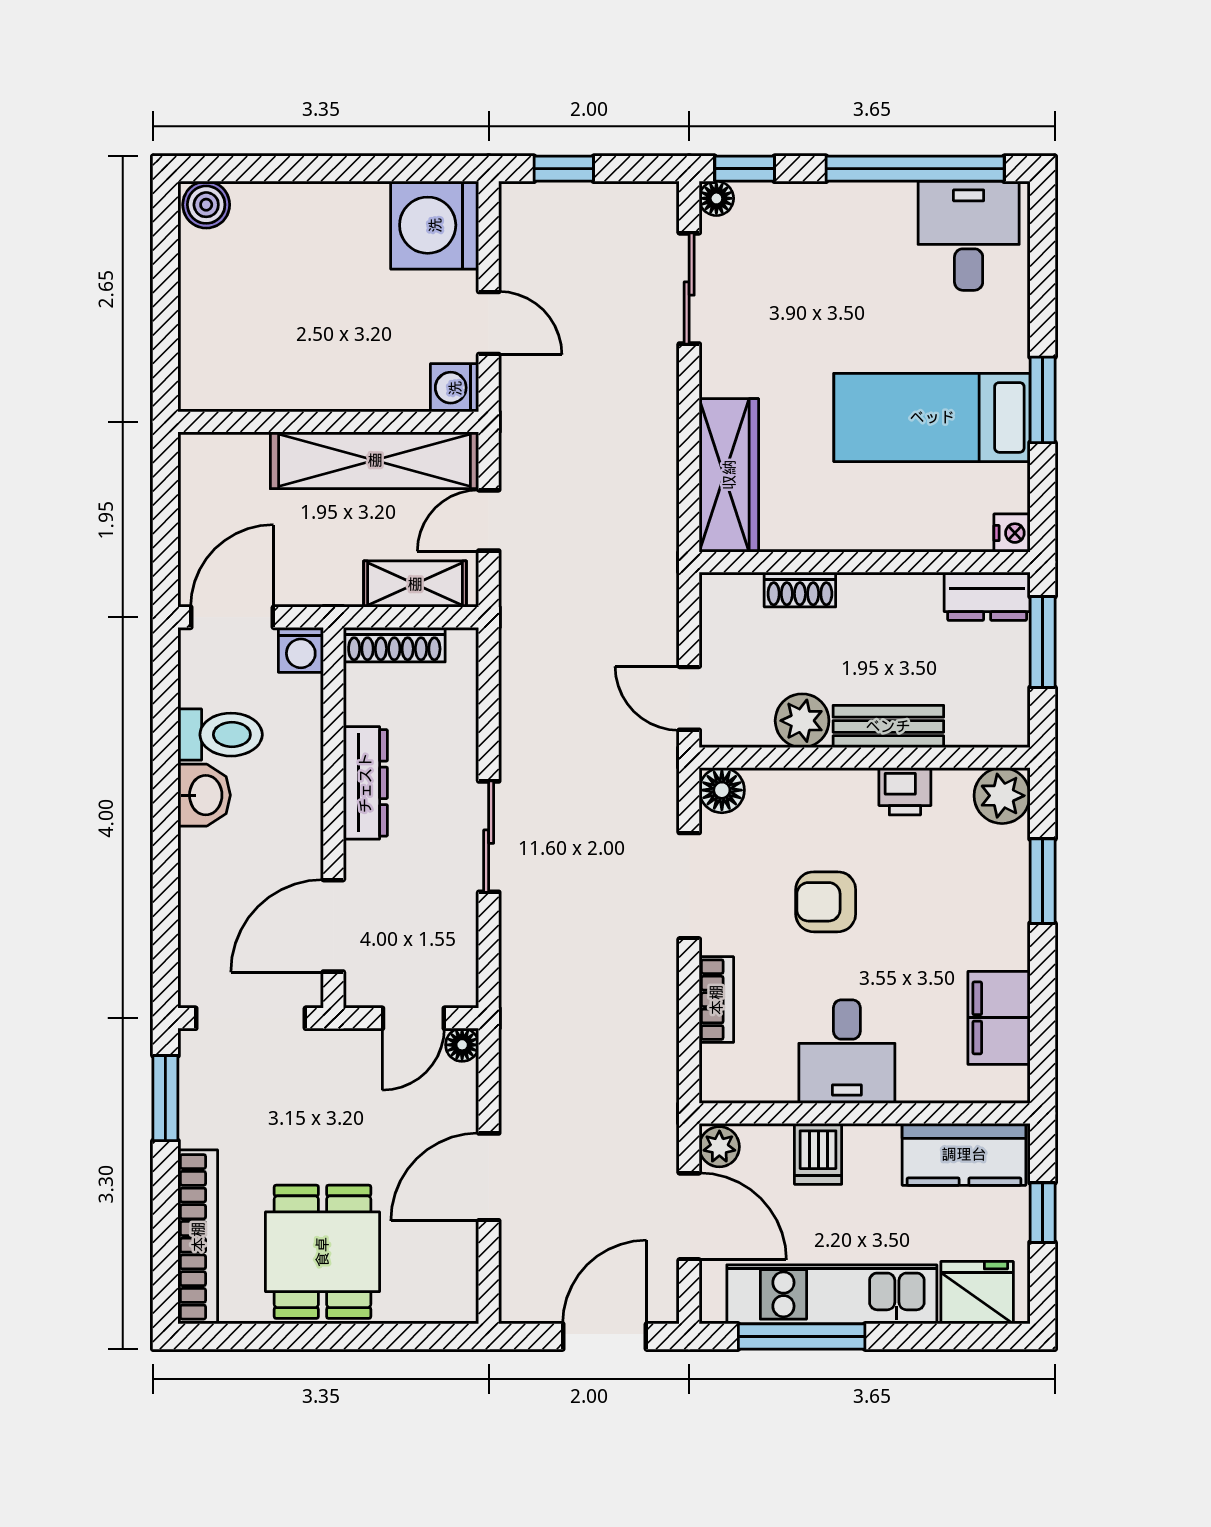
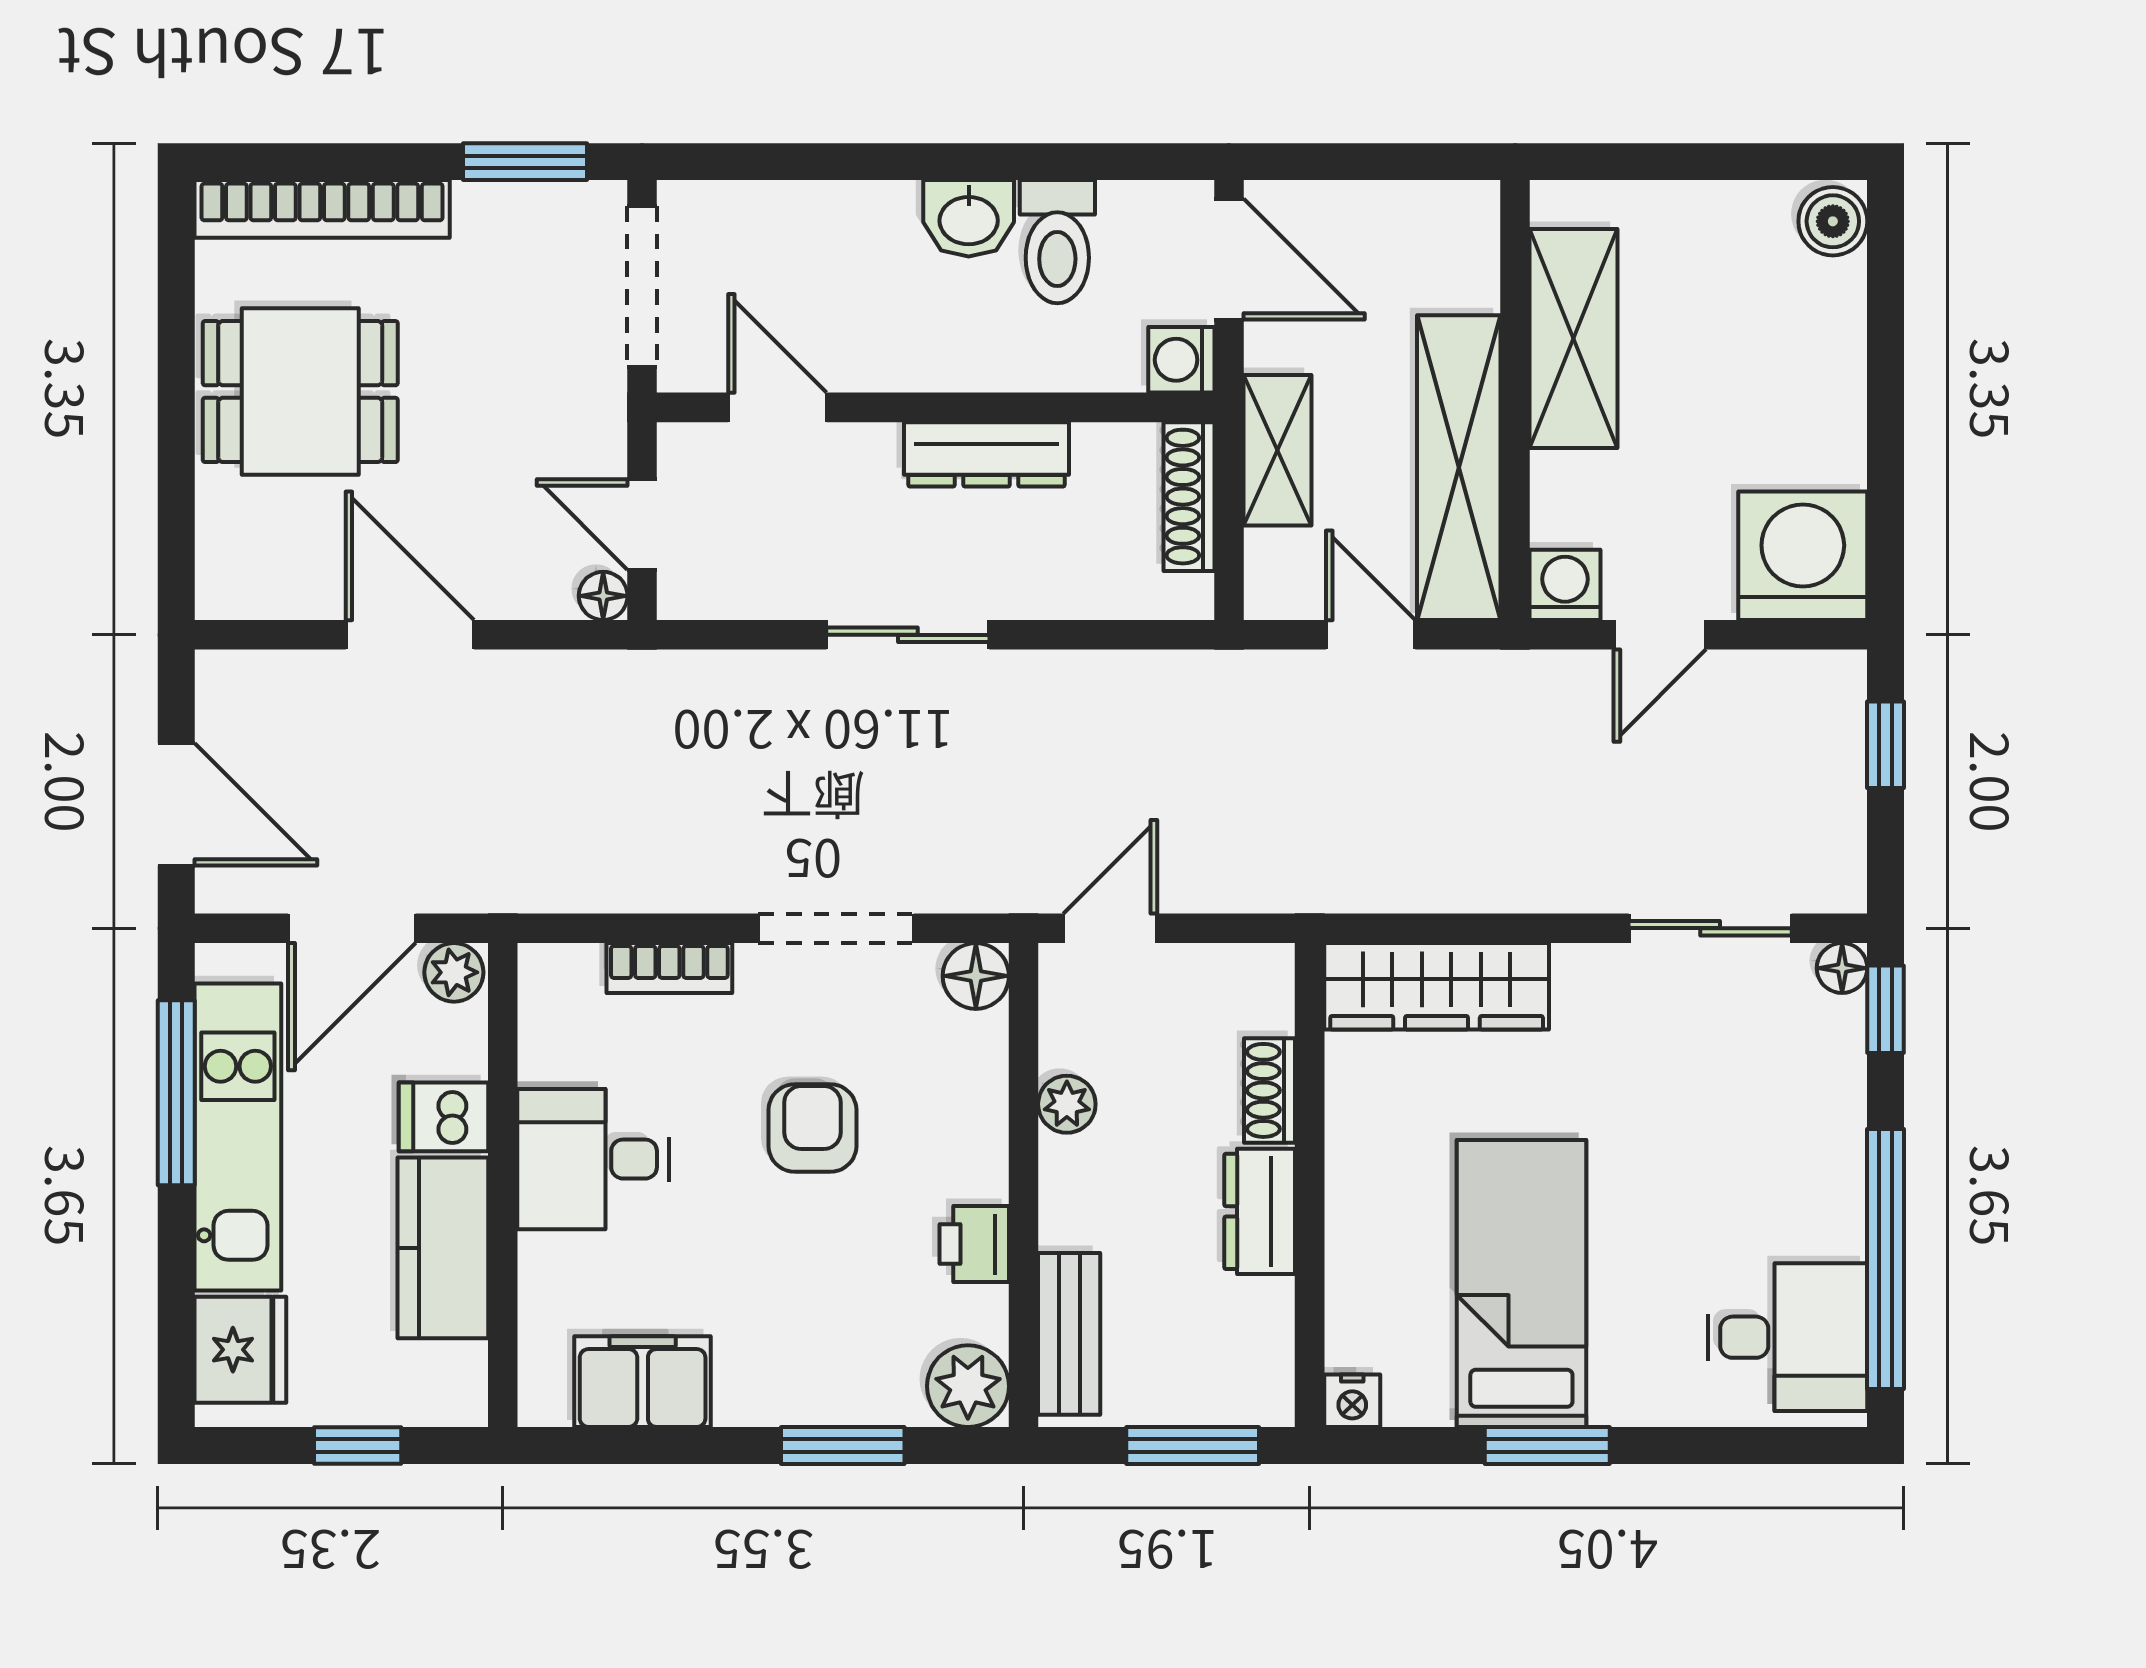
shelving: (286, 382) -> (1574, 339), added
shelving: (415, 584) -> (1278, 450), moved
dresser: (987, 596) -> (1260, 1211), moved
plant: (802, 721) -> (1067, 1104), width x0.73, depth x0.73
bench: (888, 726) -> (1069, 1334), moved
door: (333, 926) -> (777, 407), width x0.73
kitchen counter: (964, 1154) -> (443, 1248), moved

